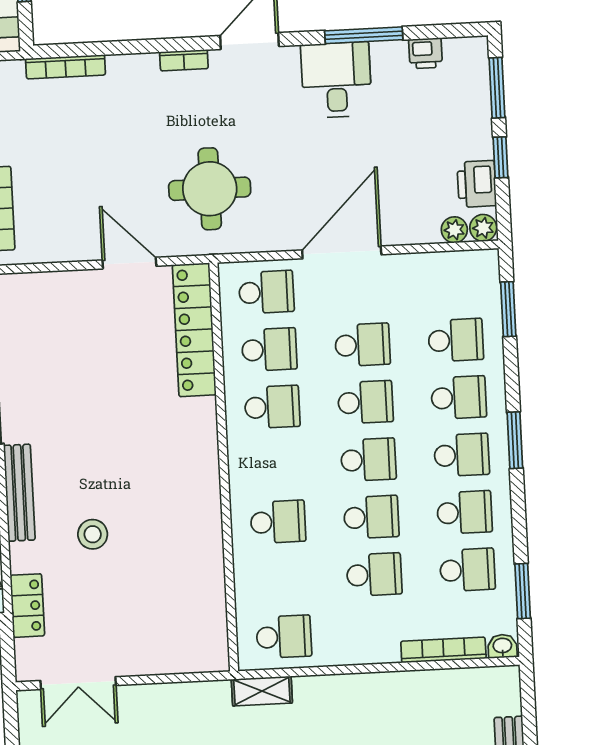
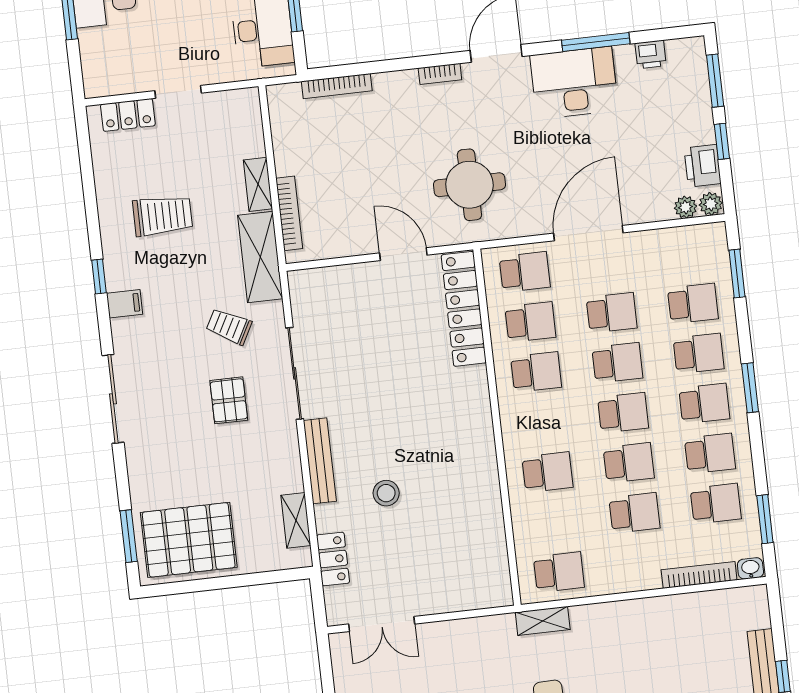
desk: (336, 80) -> (574, 83), width x1.37

